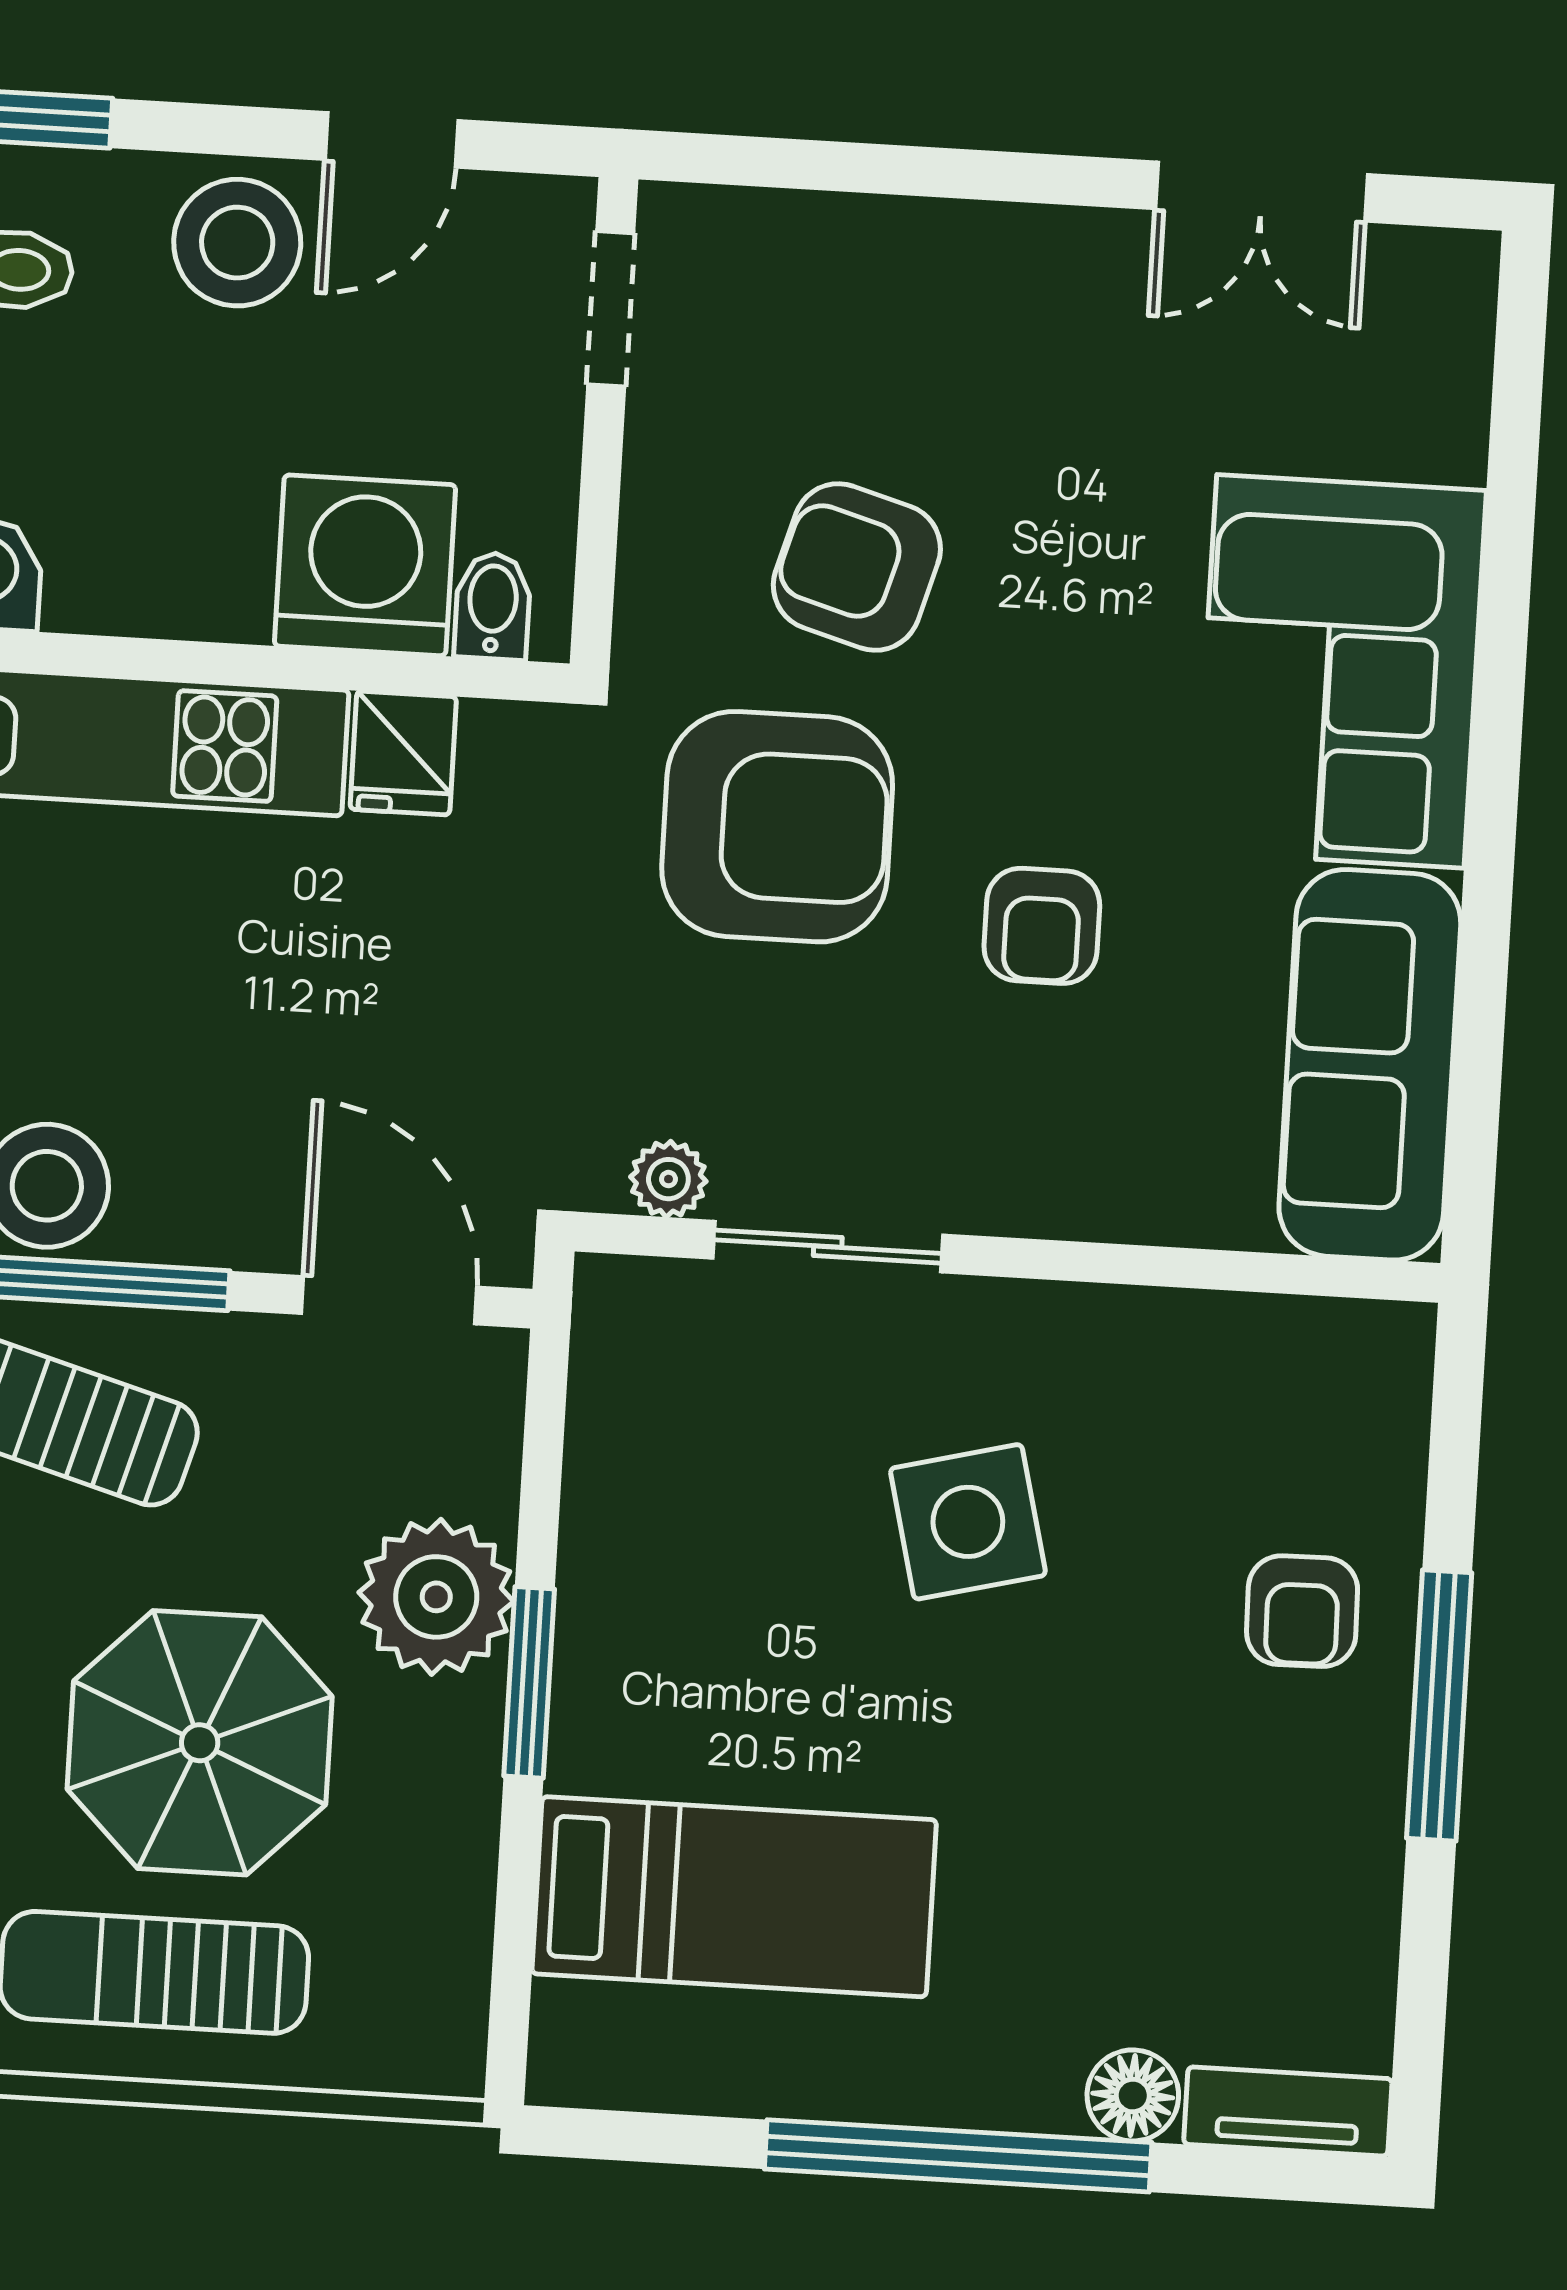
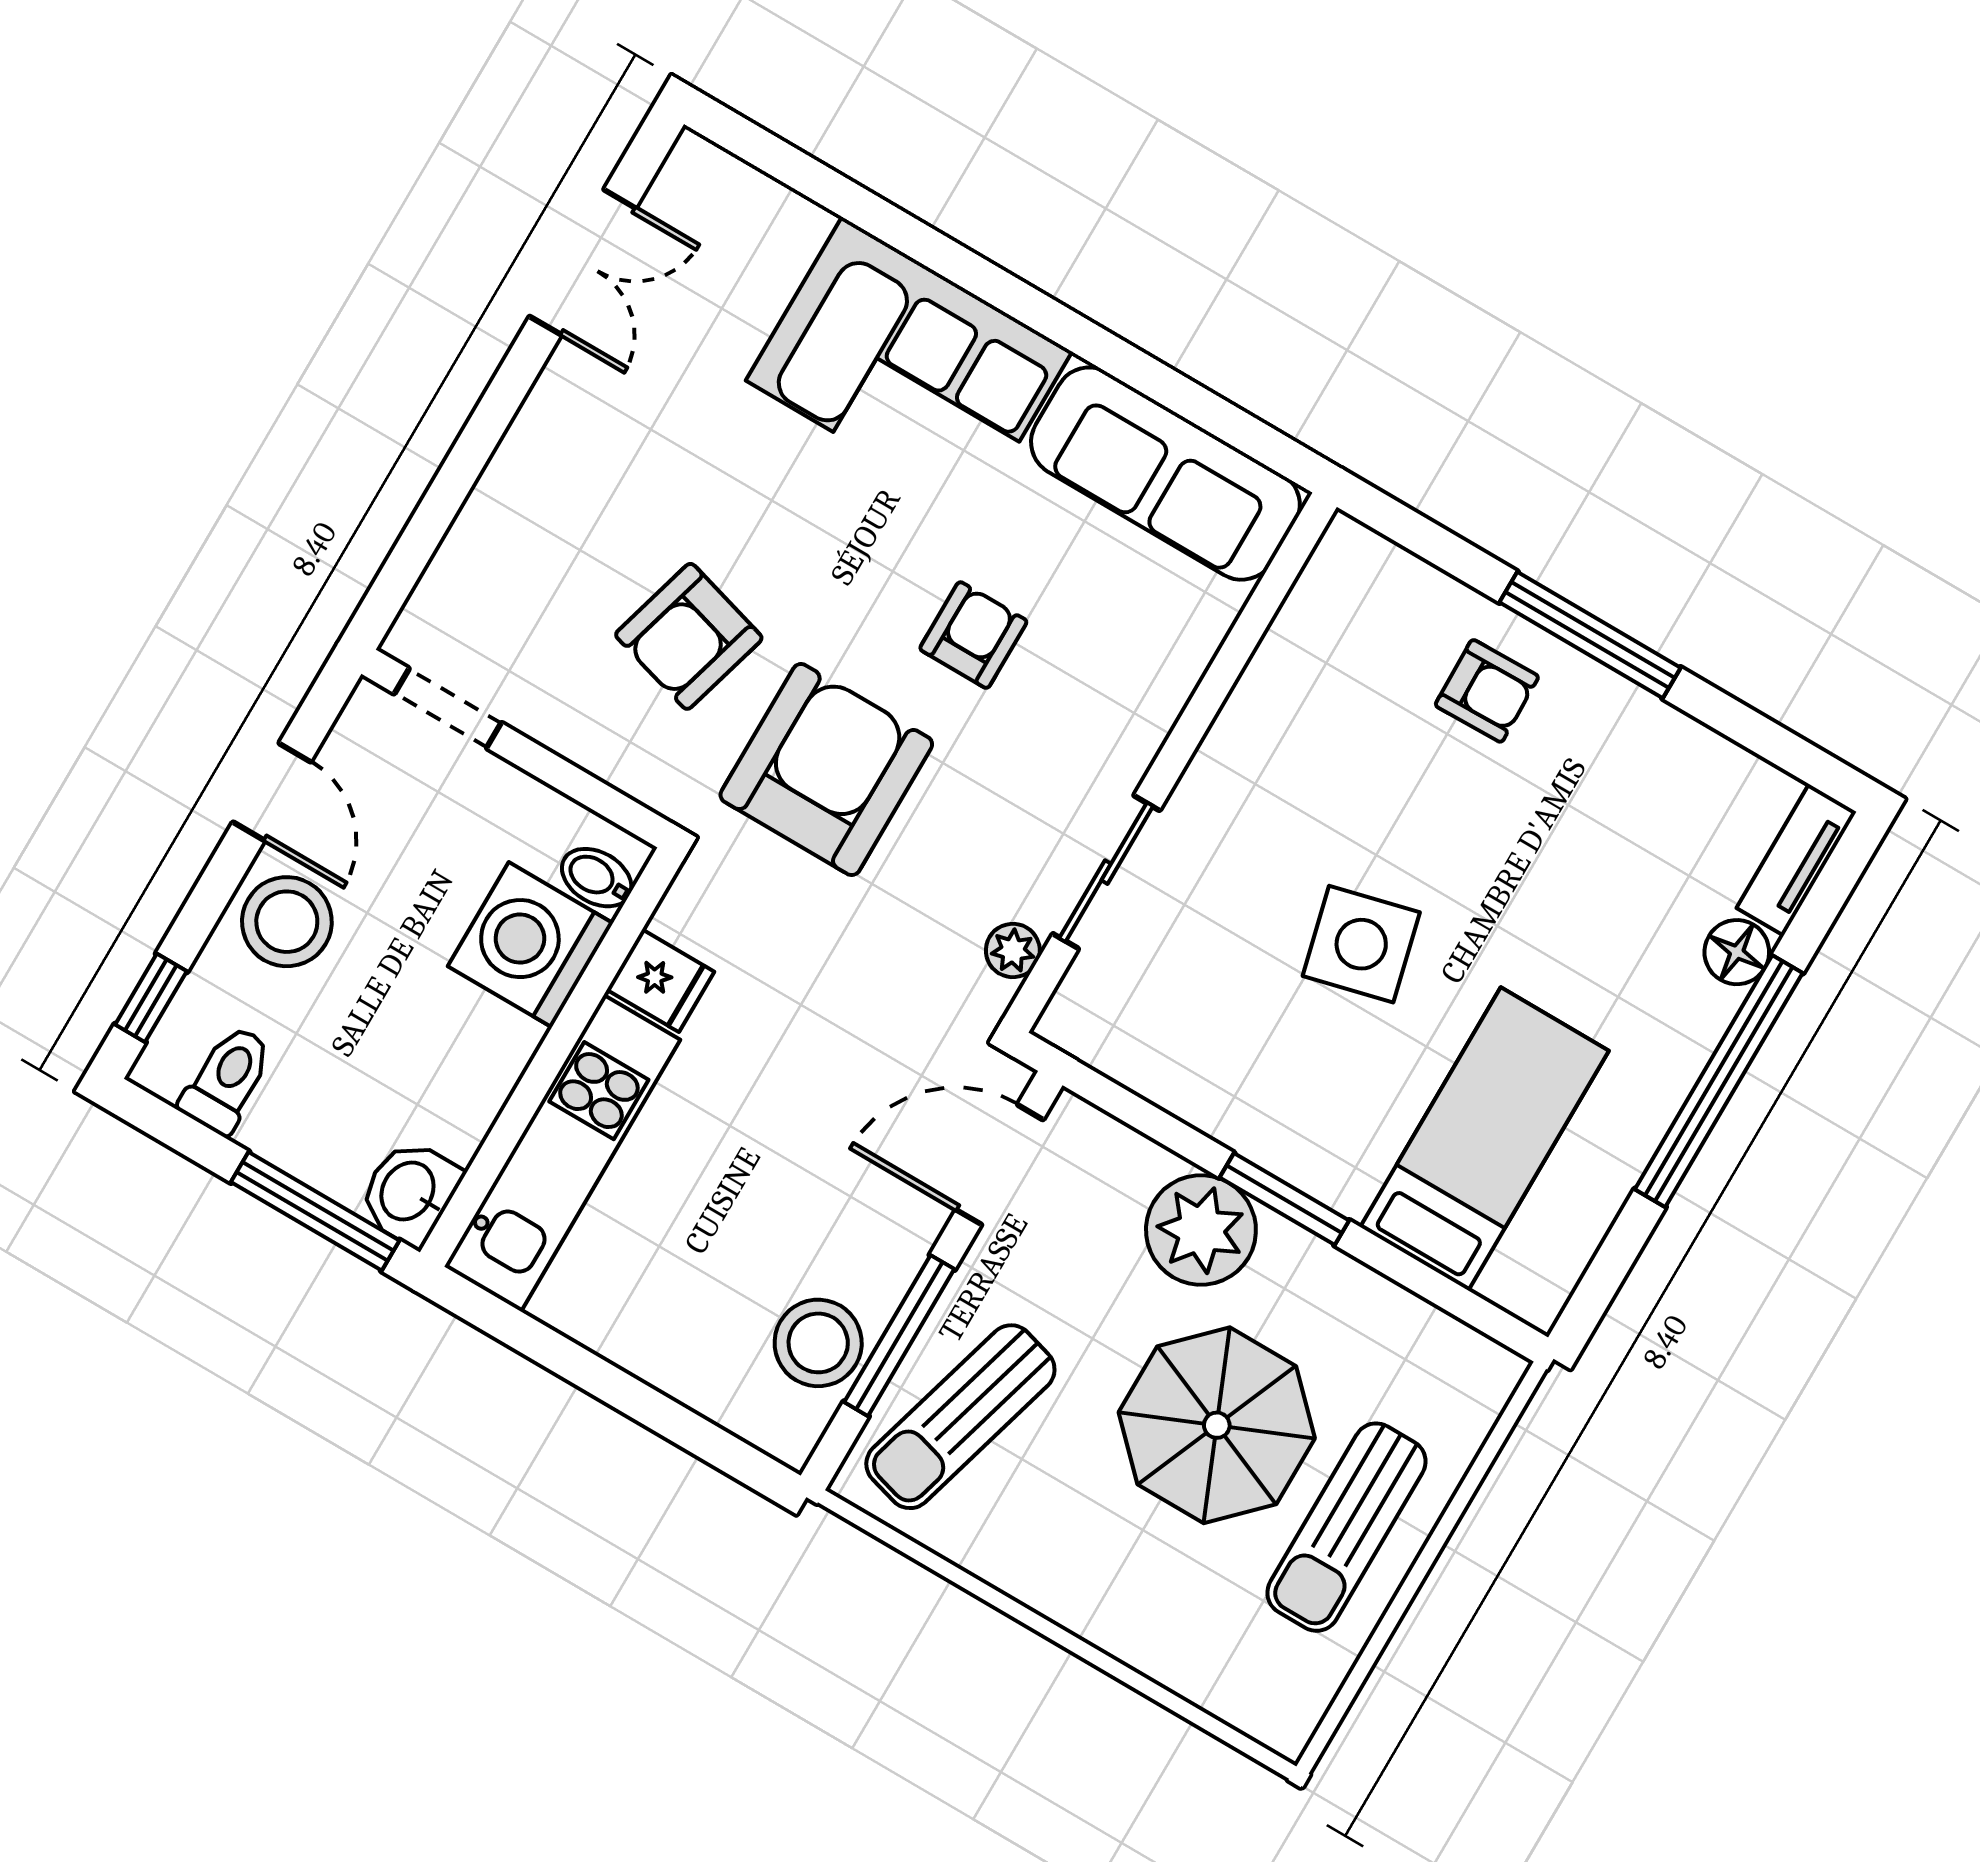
armchair: (1042, 926) -> (973, 635), turned -90
side table: (968, 1522) -> (1361, 944), moved

